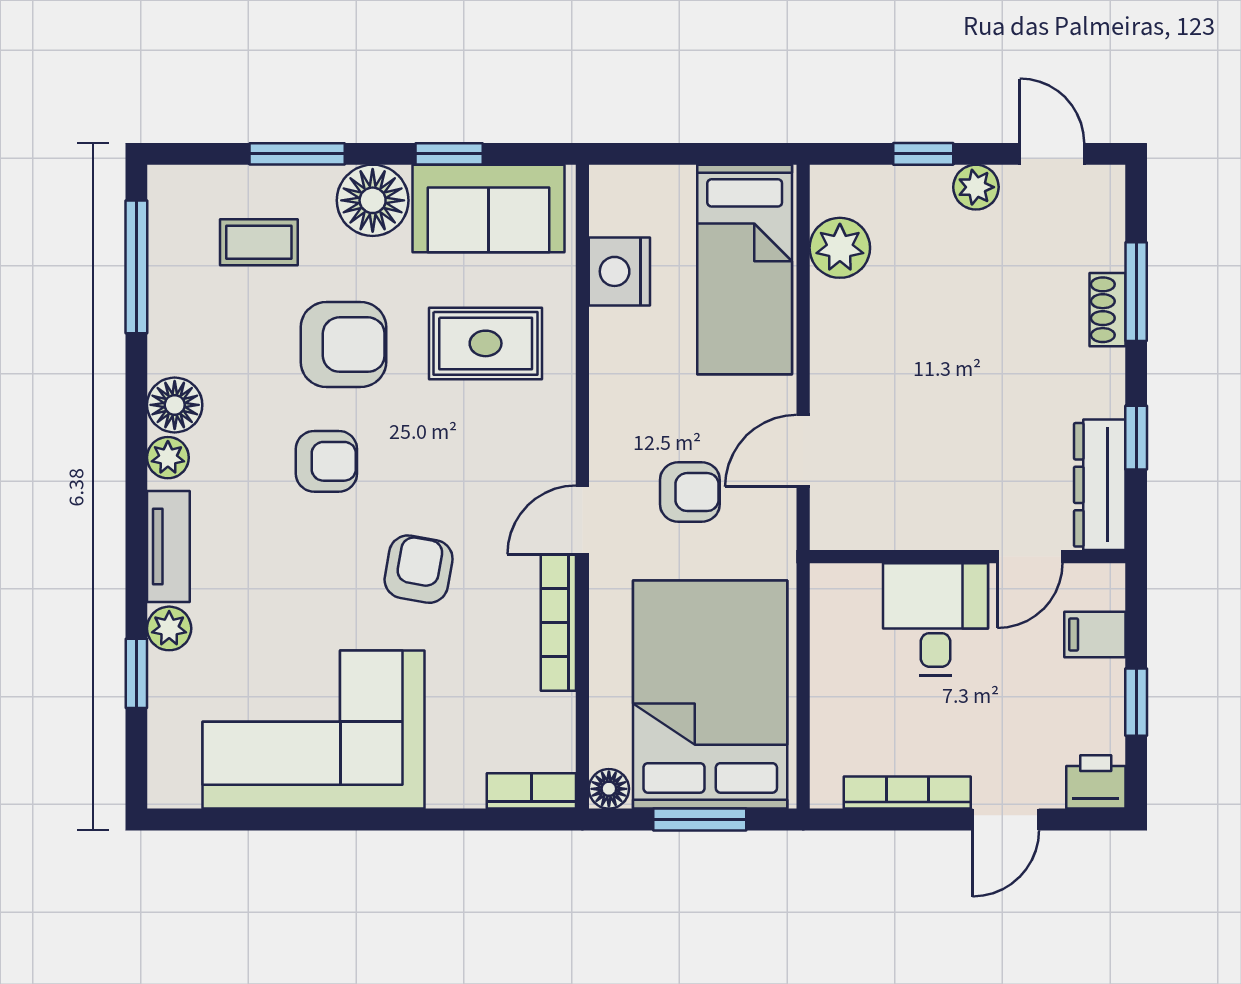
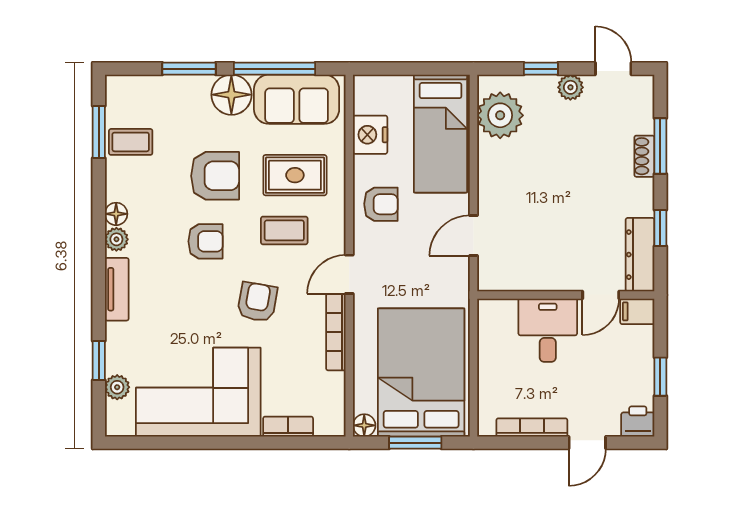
window: (449, 154) -> (274, 69), width x2.17
coffee table: (259, 242) -> (131, 142), moved
plant: (840, 248) -> (500, 115), width x1.36, depth x1.36
window: (136, 267) -> (99, 132), width x0.69
floor lamp: (175, 405) -> (116, 214), width x0.73, depth x0.73
coffee table: (467, 442) -> (284, 230), added
armchair: (690, 492) -> (381, 204), moved
plant: (169, 628) -> (117, 387), moved
filing cabinet: (1095, 635) -> (637, 311), moved
bookcase: (531, 791) -> (288, 427), moved

